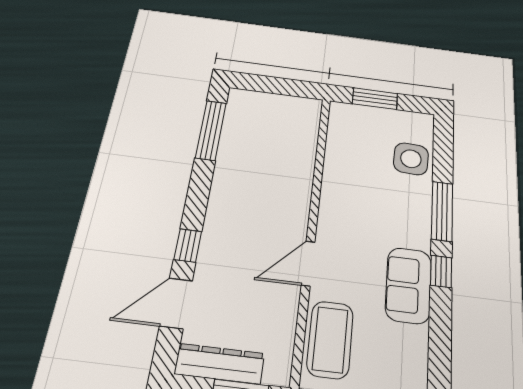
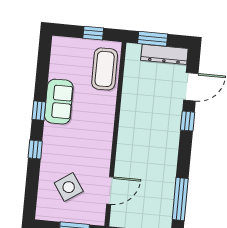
side table: (411, 159) -> (69, 187), moved, turned -37
window: (442, 211) -> (35, 149), width x0.46
door: (308, 263) -> (110, 190), moved

